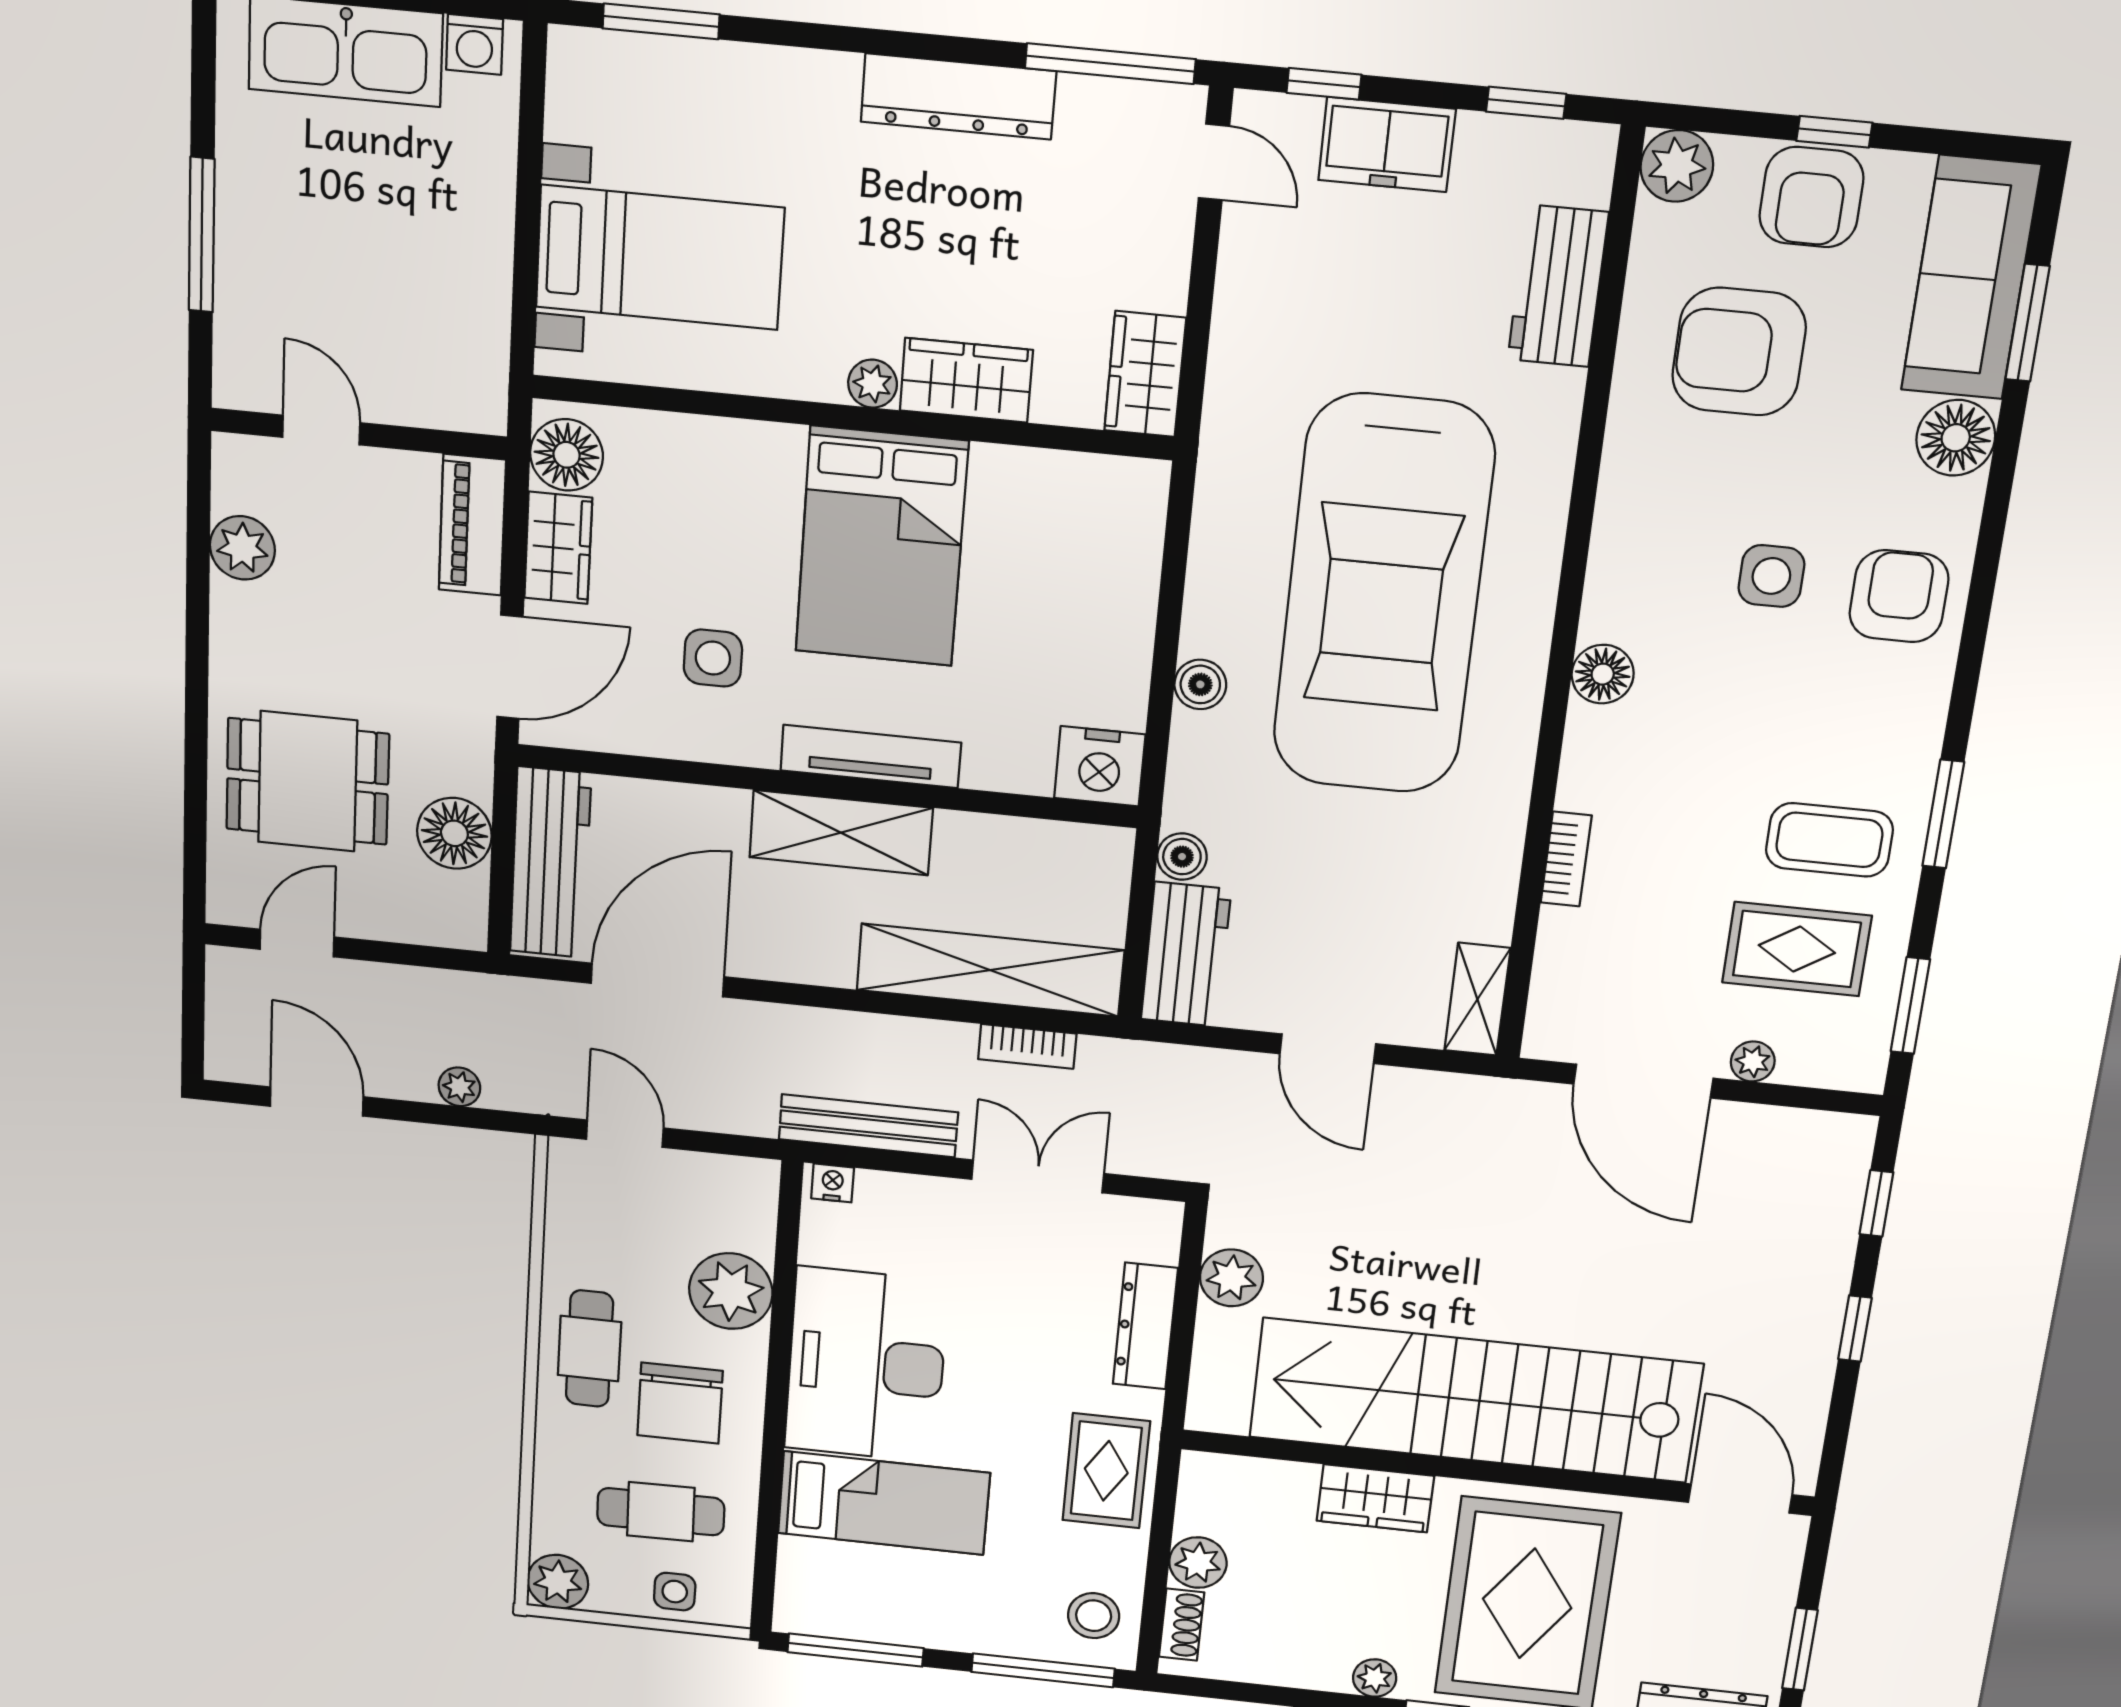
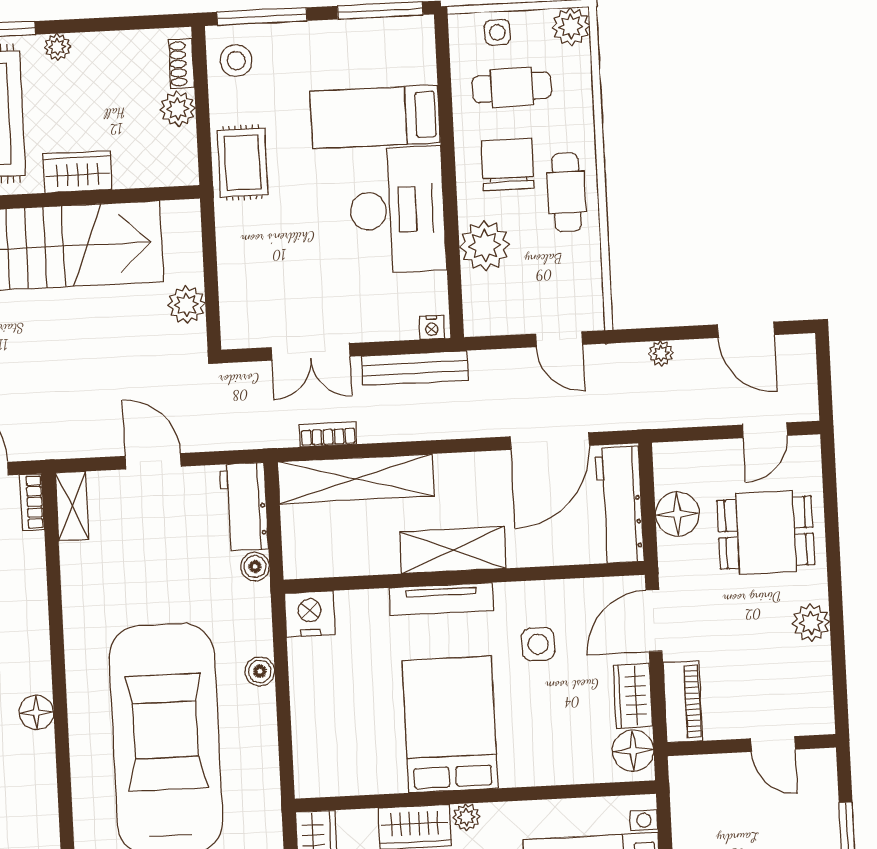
plant: (242, 548) -> (811, 623), moved
bookcase: (1566, 859) -> (32, 502), moved
dresser: (1145, 1326) -> (233, 264), removed

